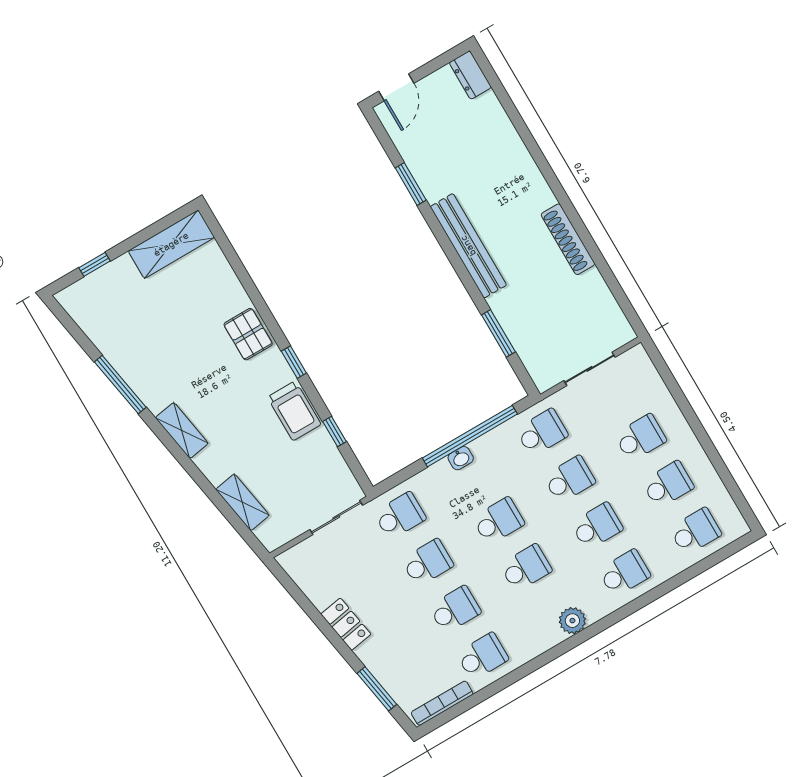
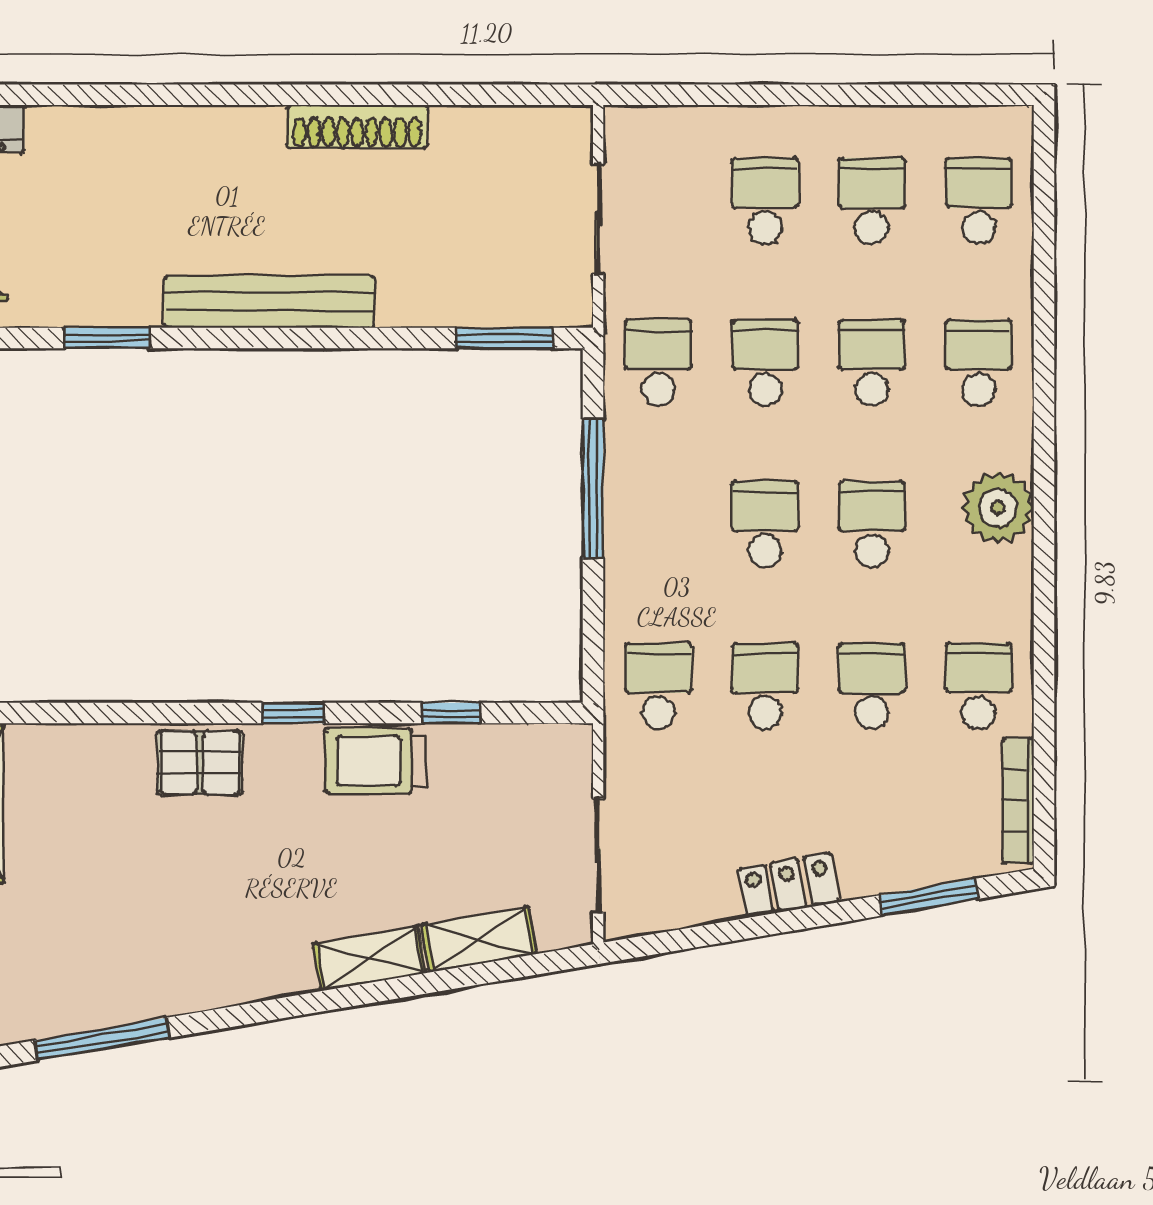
window: (498, 333) -> (504, 338), moved
window: (120, 385) -> (102, 1039), moved
trolley: (294, 411) -> (376, 761), turned 180
shelving: (182, 431) -> (369, 958), moved
window: (470, 436) -> (593, 488), width x0.68
washbasin: (461, 458) -> (621, 526), removed
sliding door: (336, 517) -> (598, 855), moved
plant: (572, 621) -> (998, 508), width x1.36, depth x1.36

